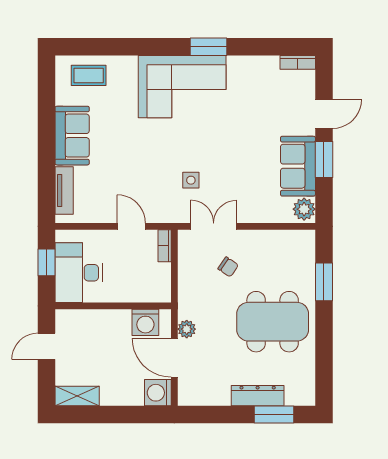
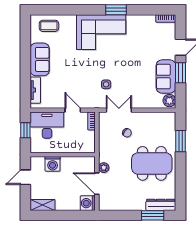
desk: (79, 273) -> (47, 125), moved, turned 90
washing machine: (145, 322) -> (53, 164), moved
dresser: (258, 396) -> (161, 205), moved

